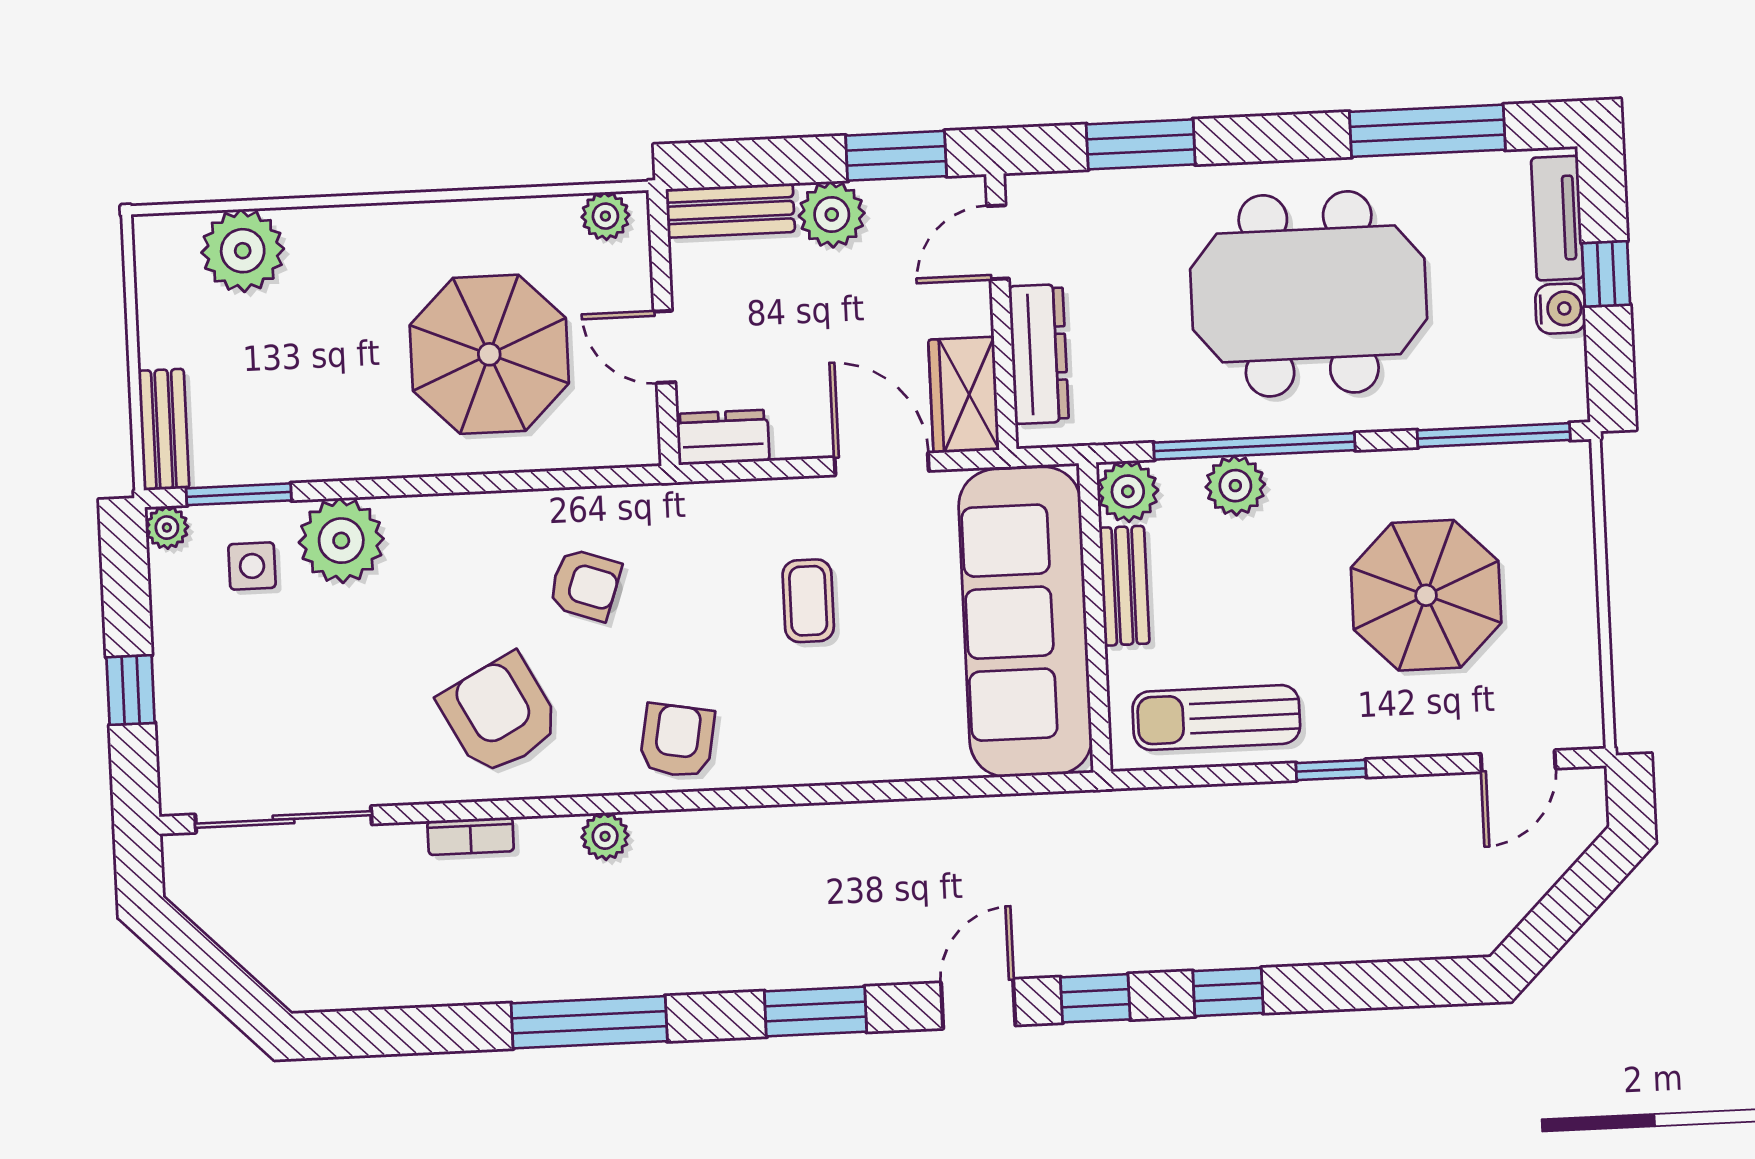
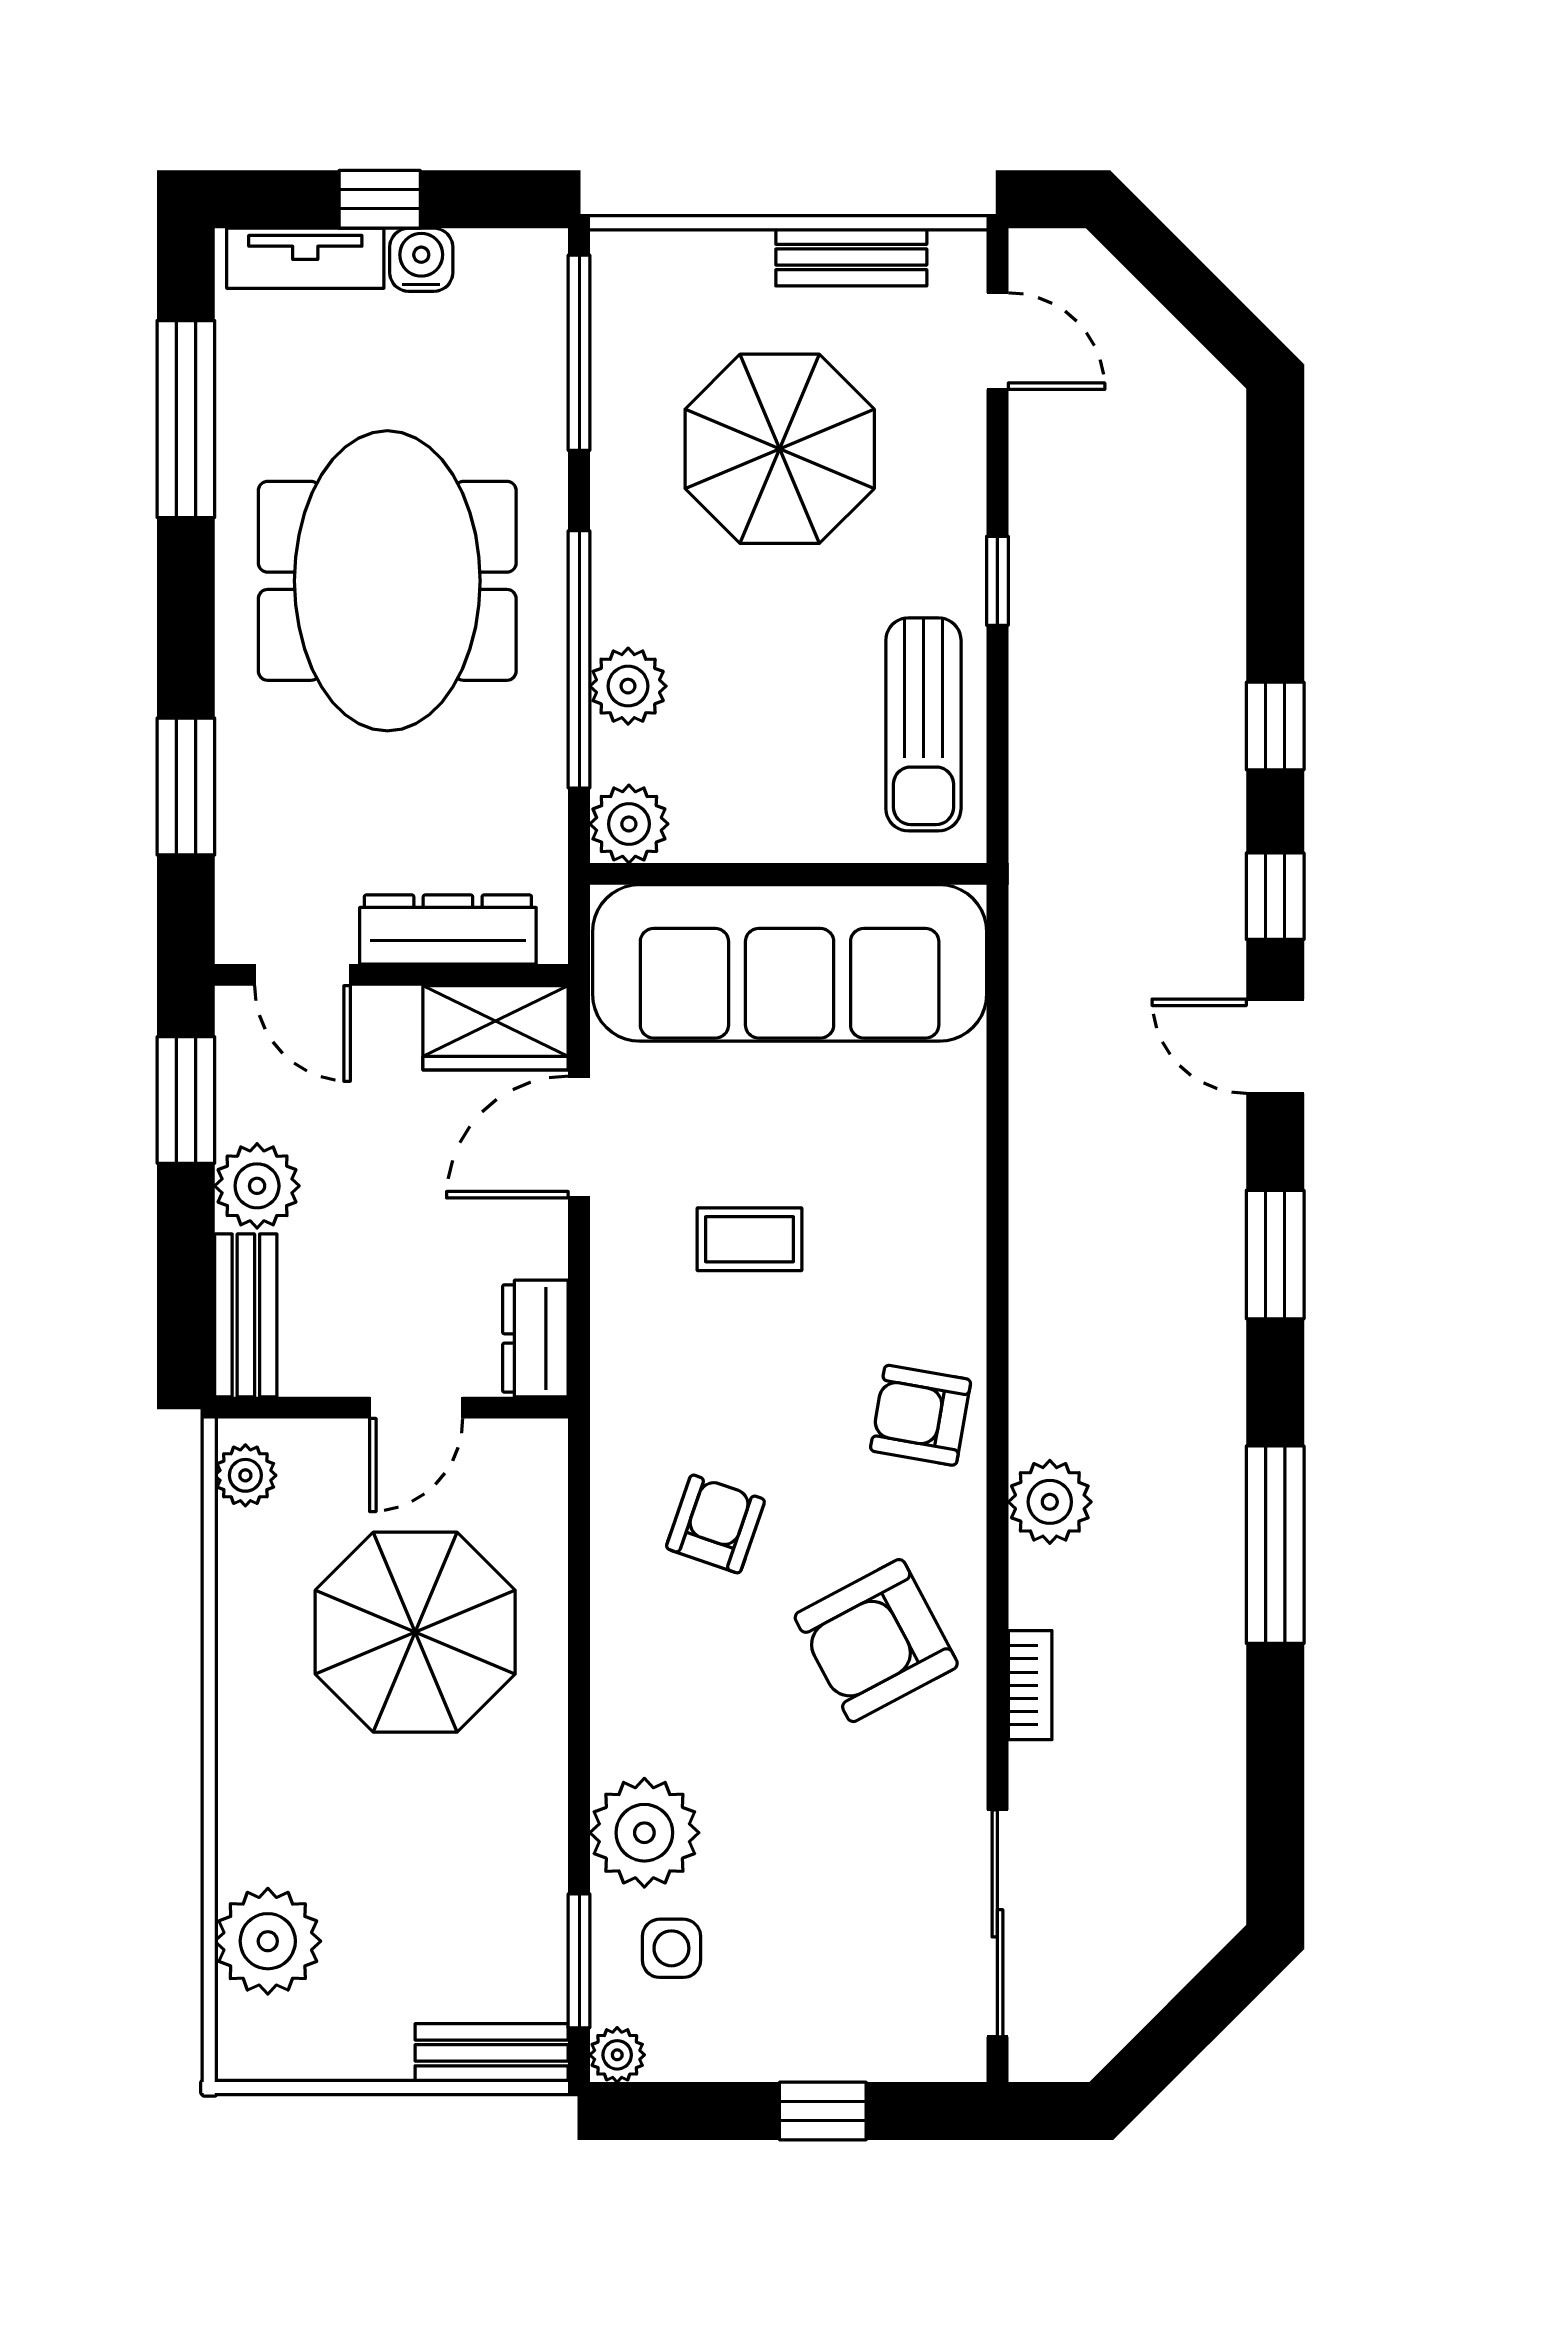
bench: (1124, 586) -> (851, 257), moved
plant: (605, 836) -> (1050, 1502), width x1.38, depth x1.38

